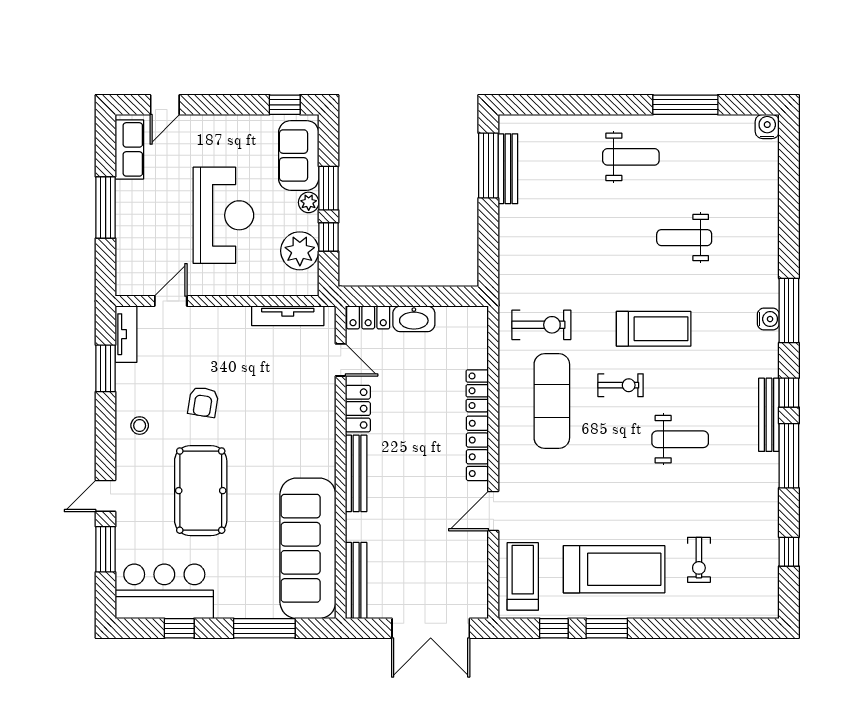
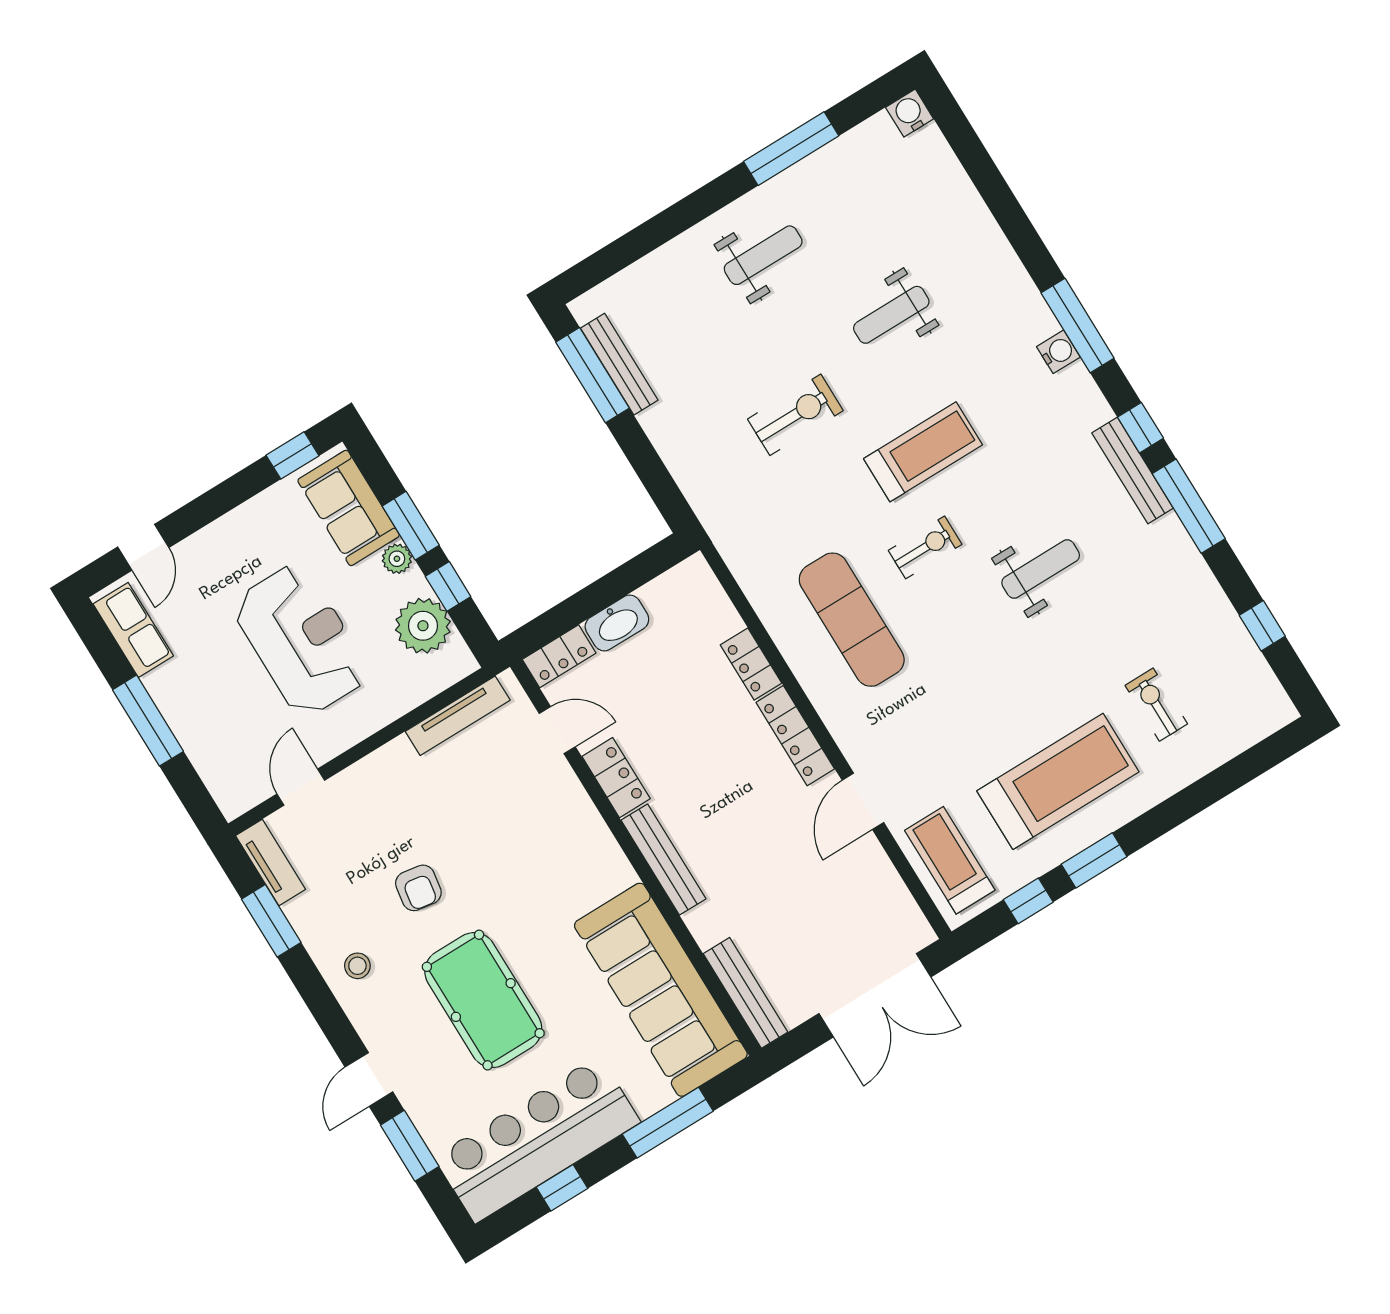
exercise bike: (541, 325) -> (795, 415), moved
exercise bike: (699, 560) -> (1156, 705), turned 180
bar counter: (164, 591) -> (537, 1140), width x1.36

